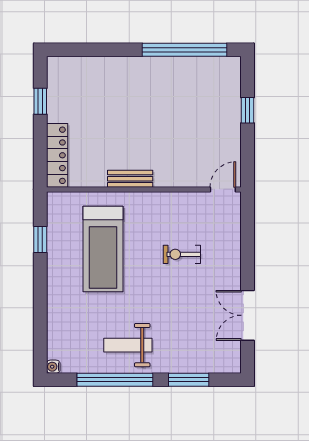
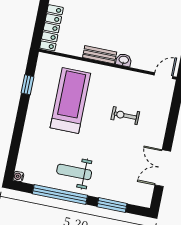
washbasin: (164, 179) -> (124, 60), added
treadmill: (103, 249) -> (70, 100), turned 180

